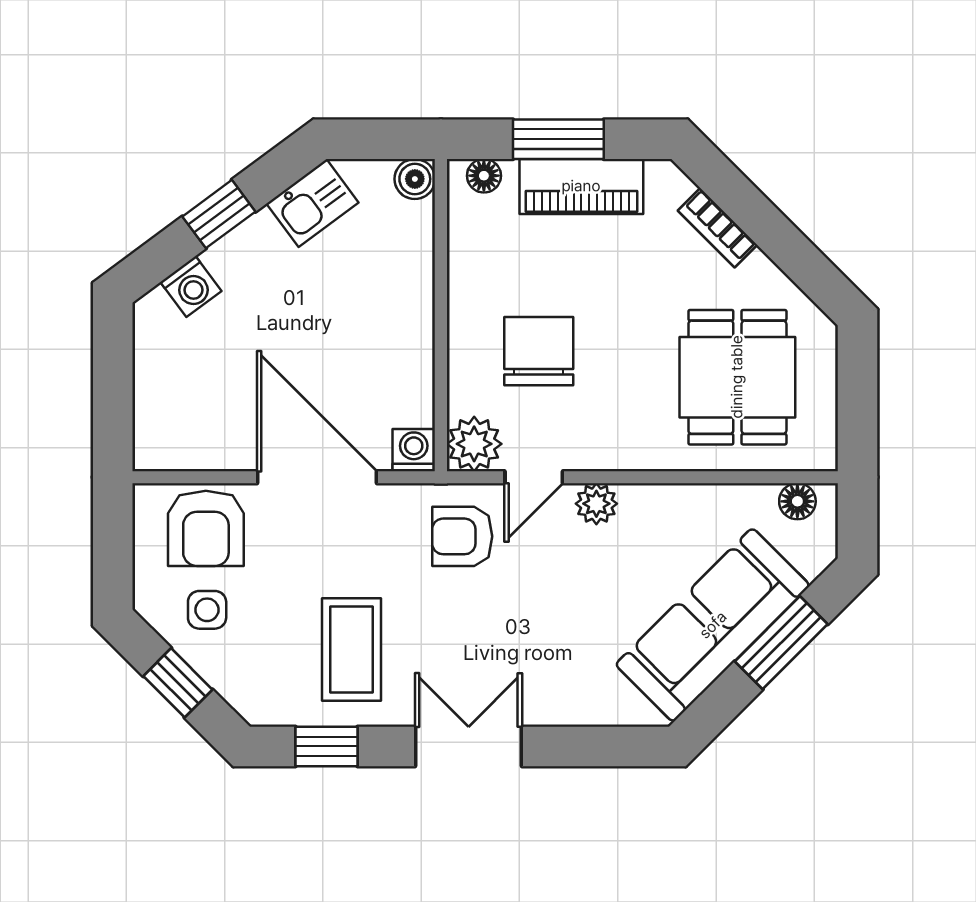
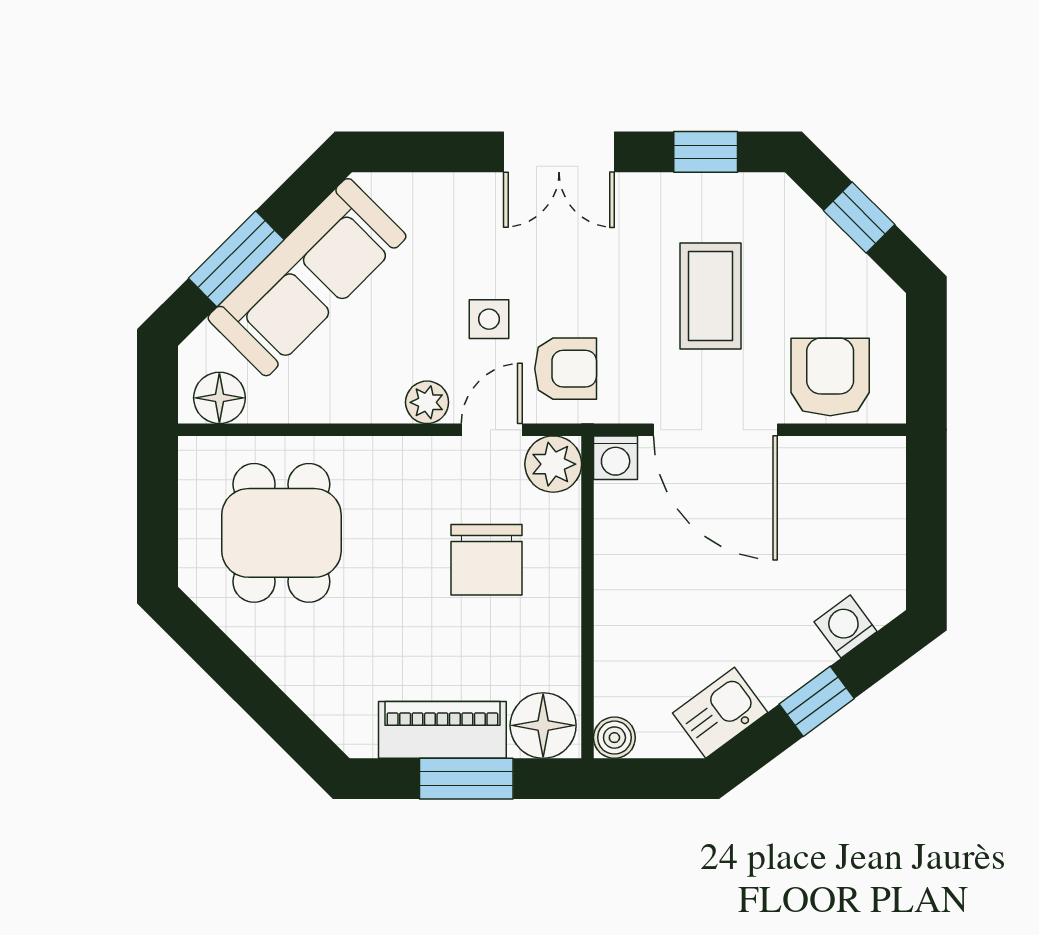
floor lamp: (484, 176) -> (543, 725), width x1.89, depth x1.89
bookcase: (718, 228) -> (302, 687), removed
floor lamp: (797, 501) -> (219, 398), width x1.37, depth x1.37
side table: (207, 610) -> (489, 319), moved
coffee table: (351, 650) -> (711, 296), moved

